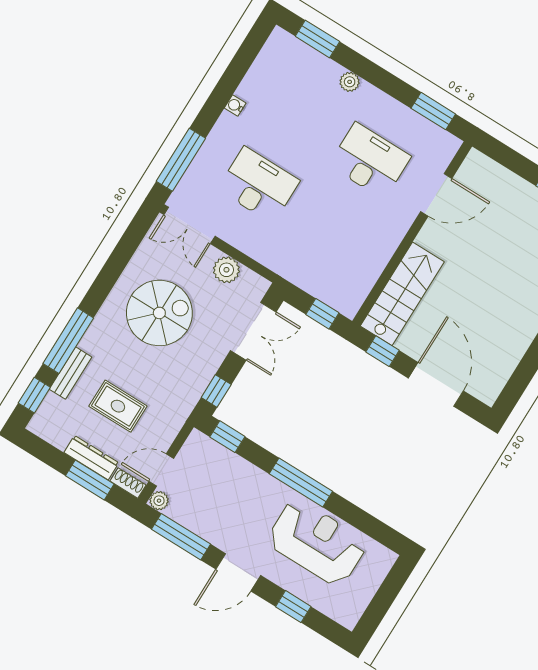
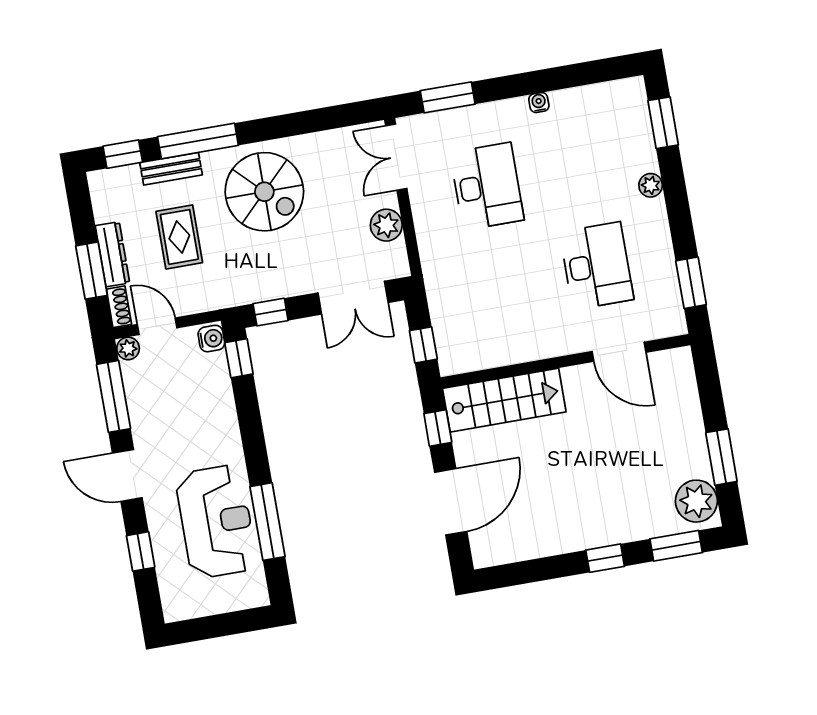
window: (181, 160) -> (448, 97), width x0.69
spiral stairs: (159, 313) -> (264, 192), moved
water cooler: (200, 443) -> (211, 339), added
window: (301, 482) -> (267, 522), moved

